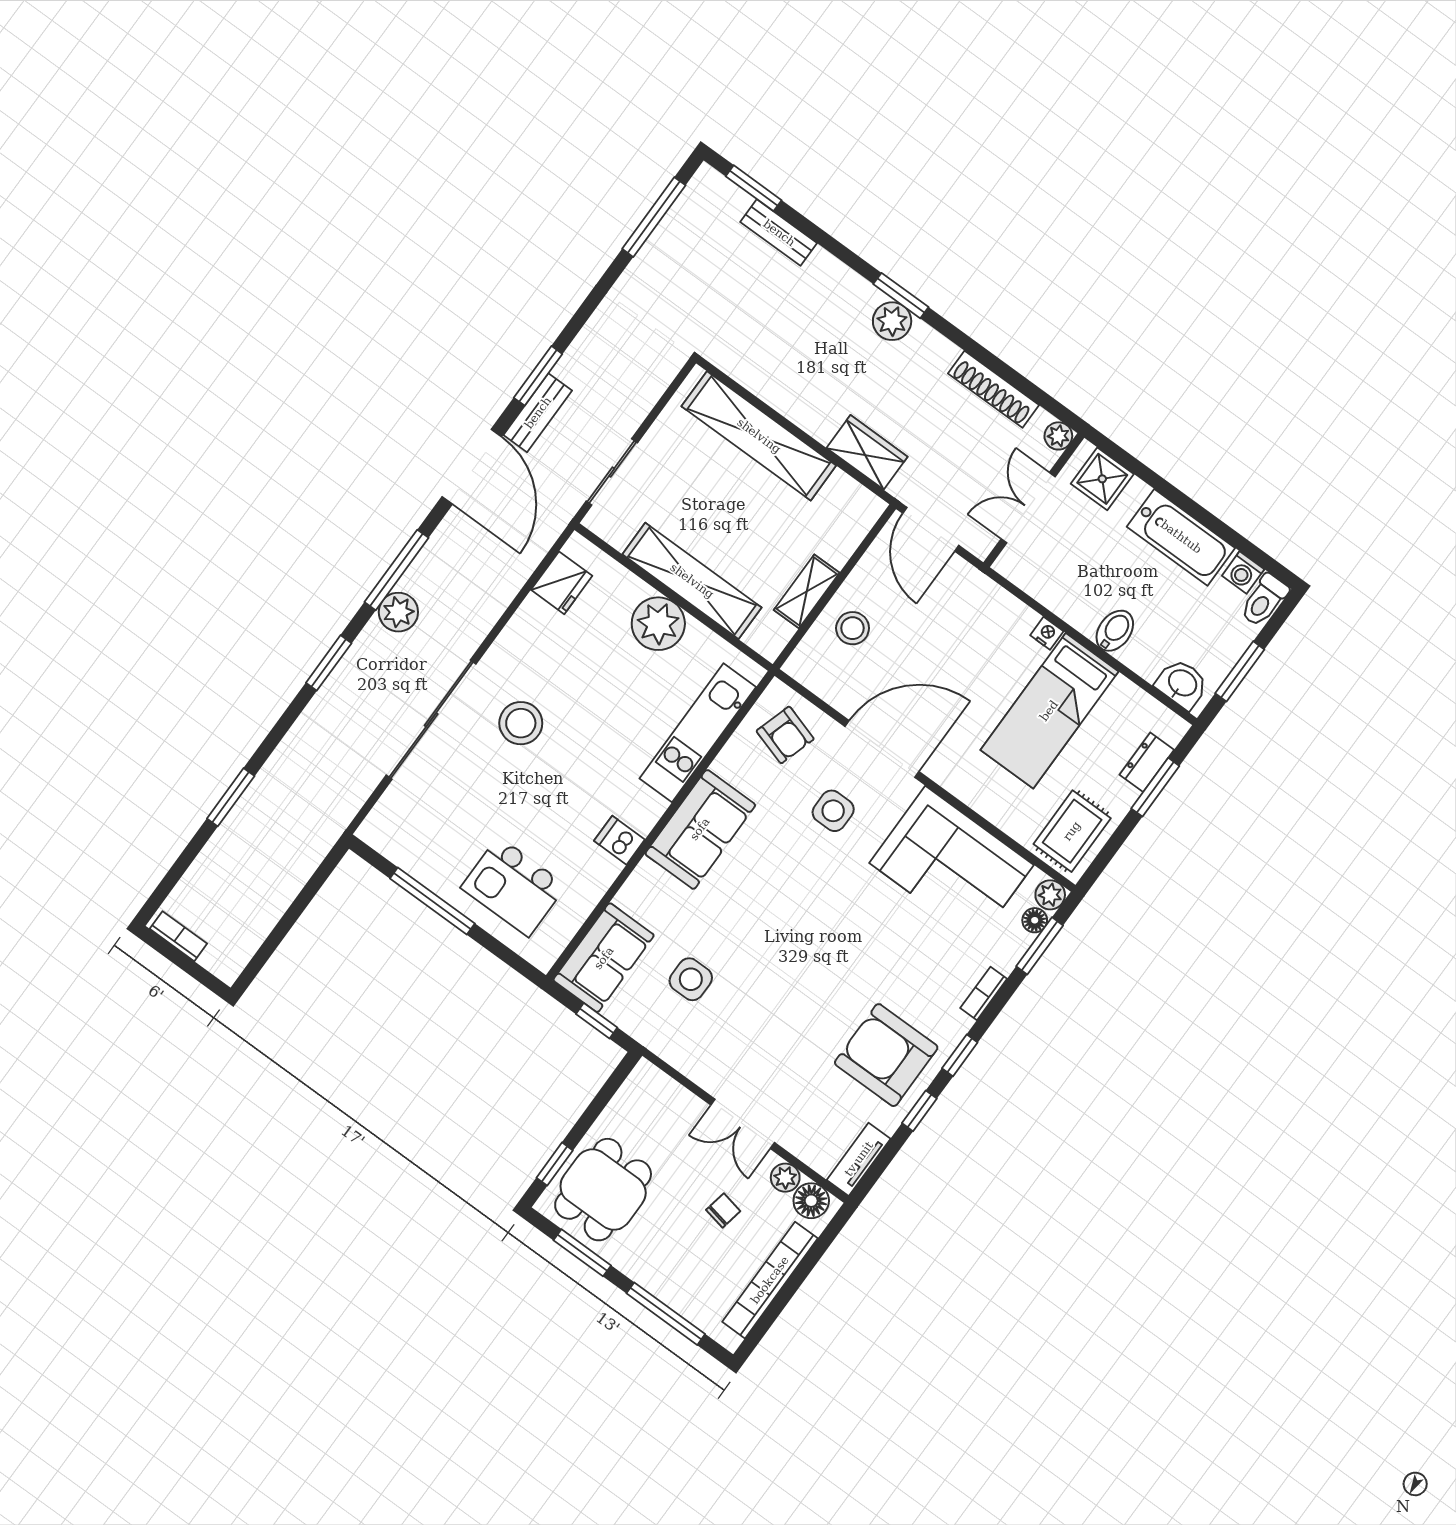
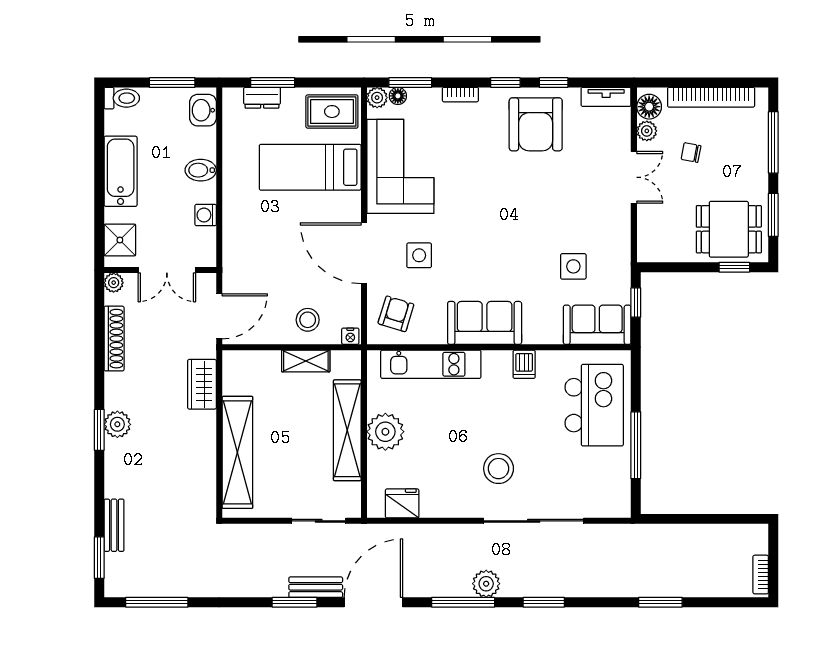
washing machine: (1243, 572) -> (206, 215), moved, turned 180
nightstand: (1047, 633) -> (350, 336), moved, turned -90
bed: (1049, 711) -> (310, 167), moved, turned 180
kitchen island: (513, 887) -> (594, 405), width x1.37, depth x1.28

